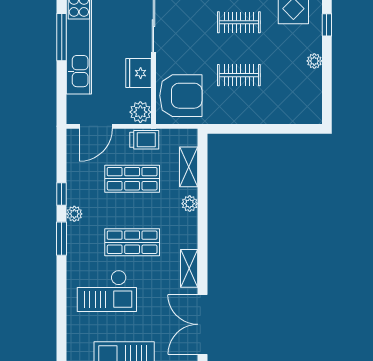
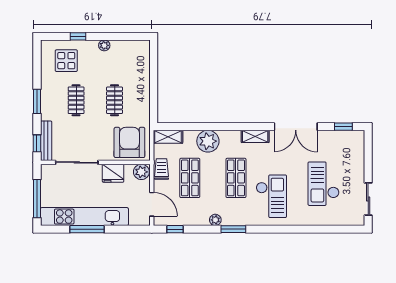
shelving: (189, 167) -> (168, 137), moved
window: (62, 194) -> (175, 229), moved
plant: (190, 204) -> (208, 141), width x1.88, depth x1.88

